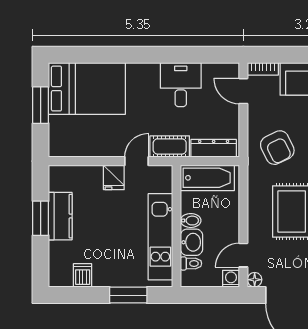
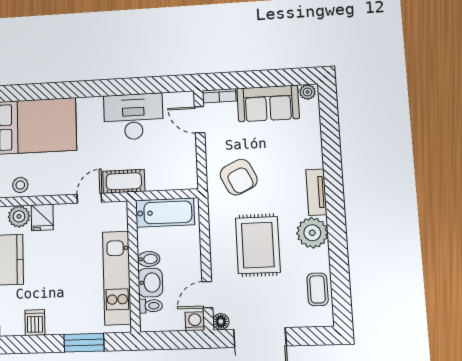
desk: (181, 85) -> (133, 117), width x1.37
stool: (70, 145) -> (20, 185), added
dresser: (214, 148) -> (170, 181), removed
plant: (69, 176) -> (19, 216), added
fridge: (114, 177) -> (42, 217), moved

